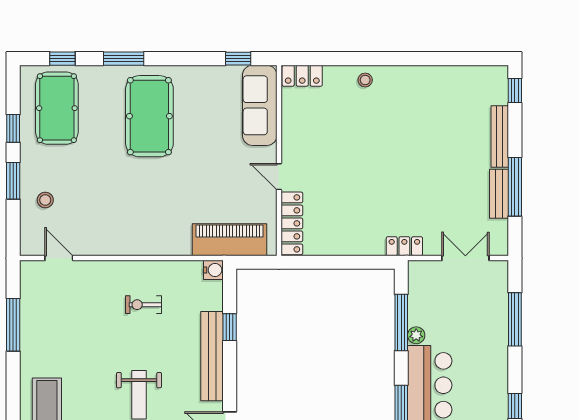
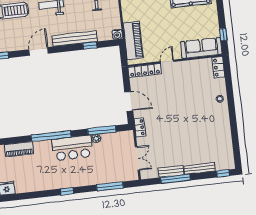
door: (350, 262) -> (129, 101), added

